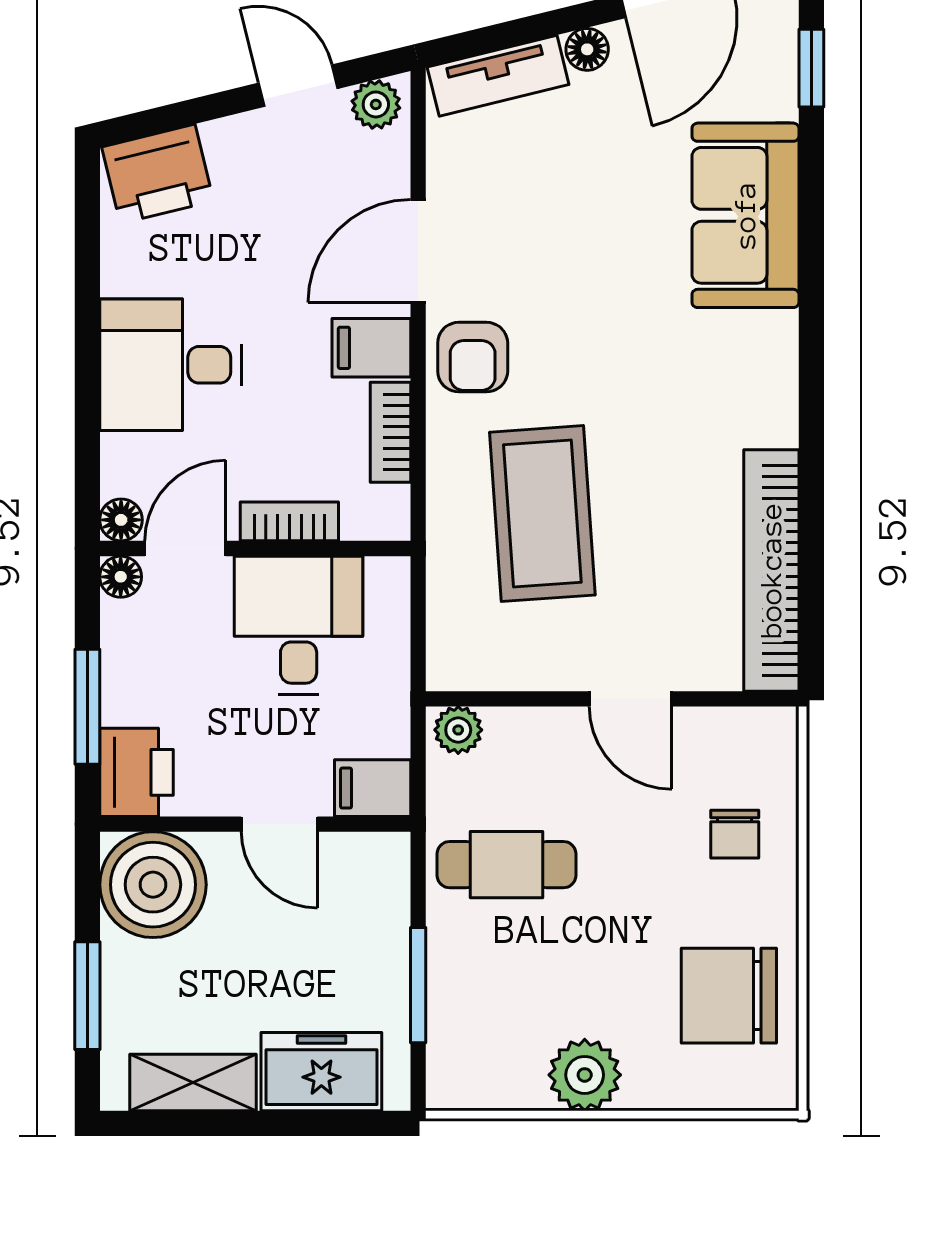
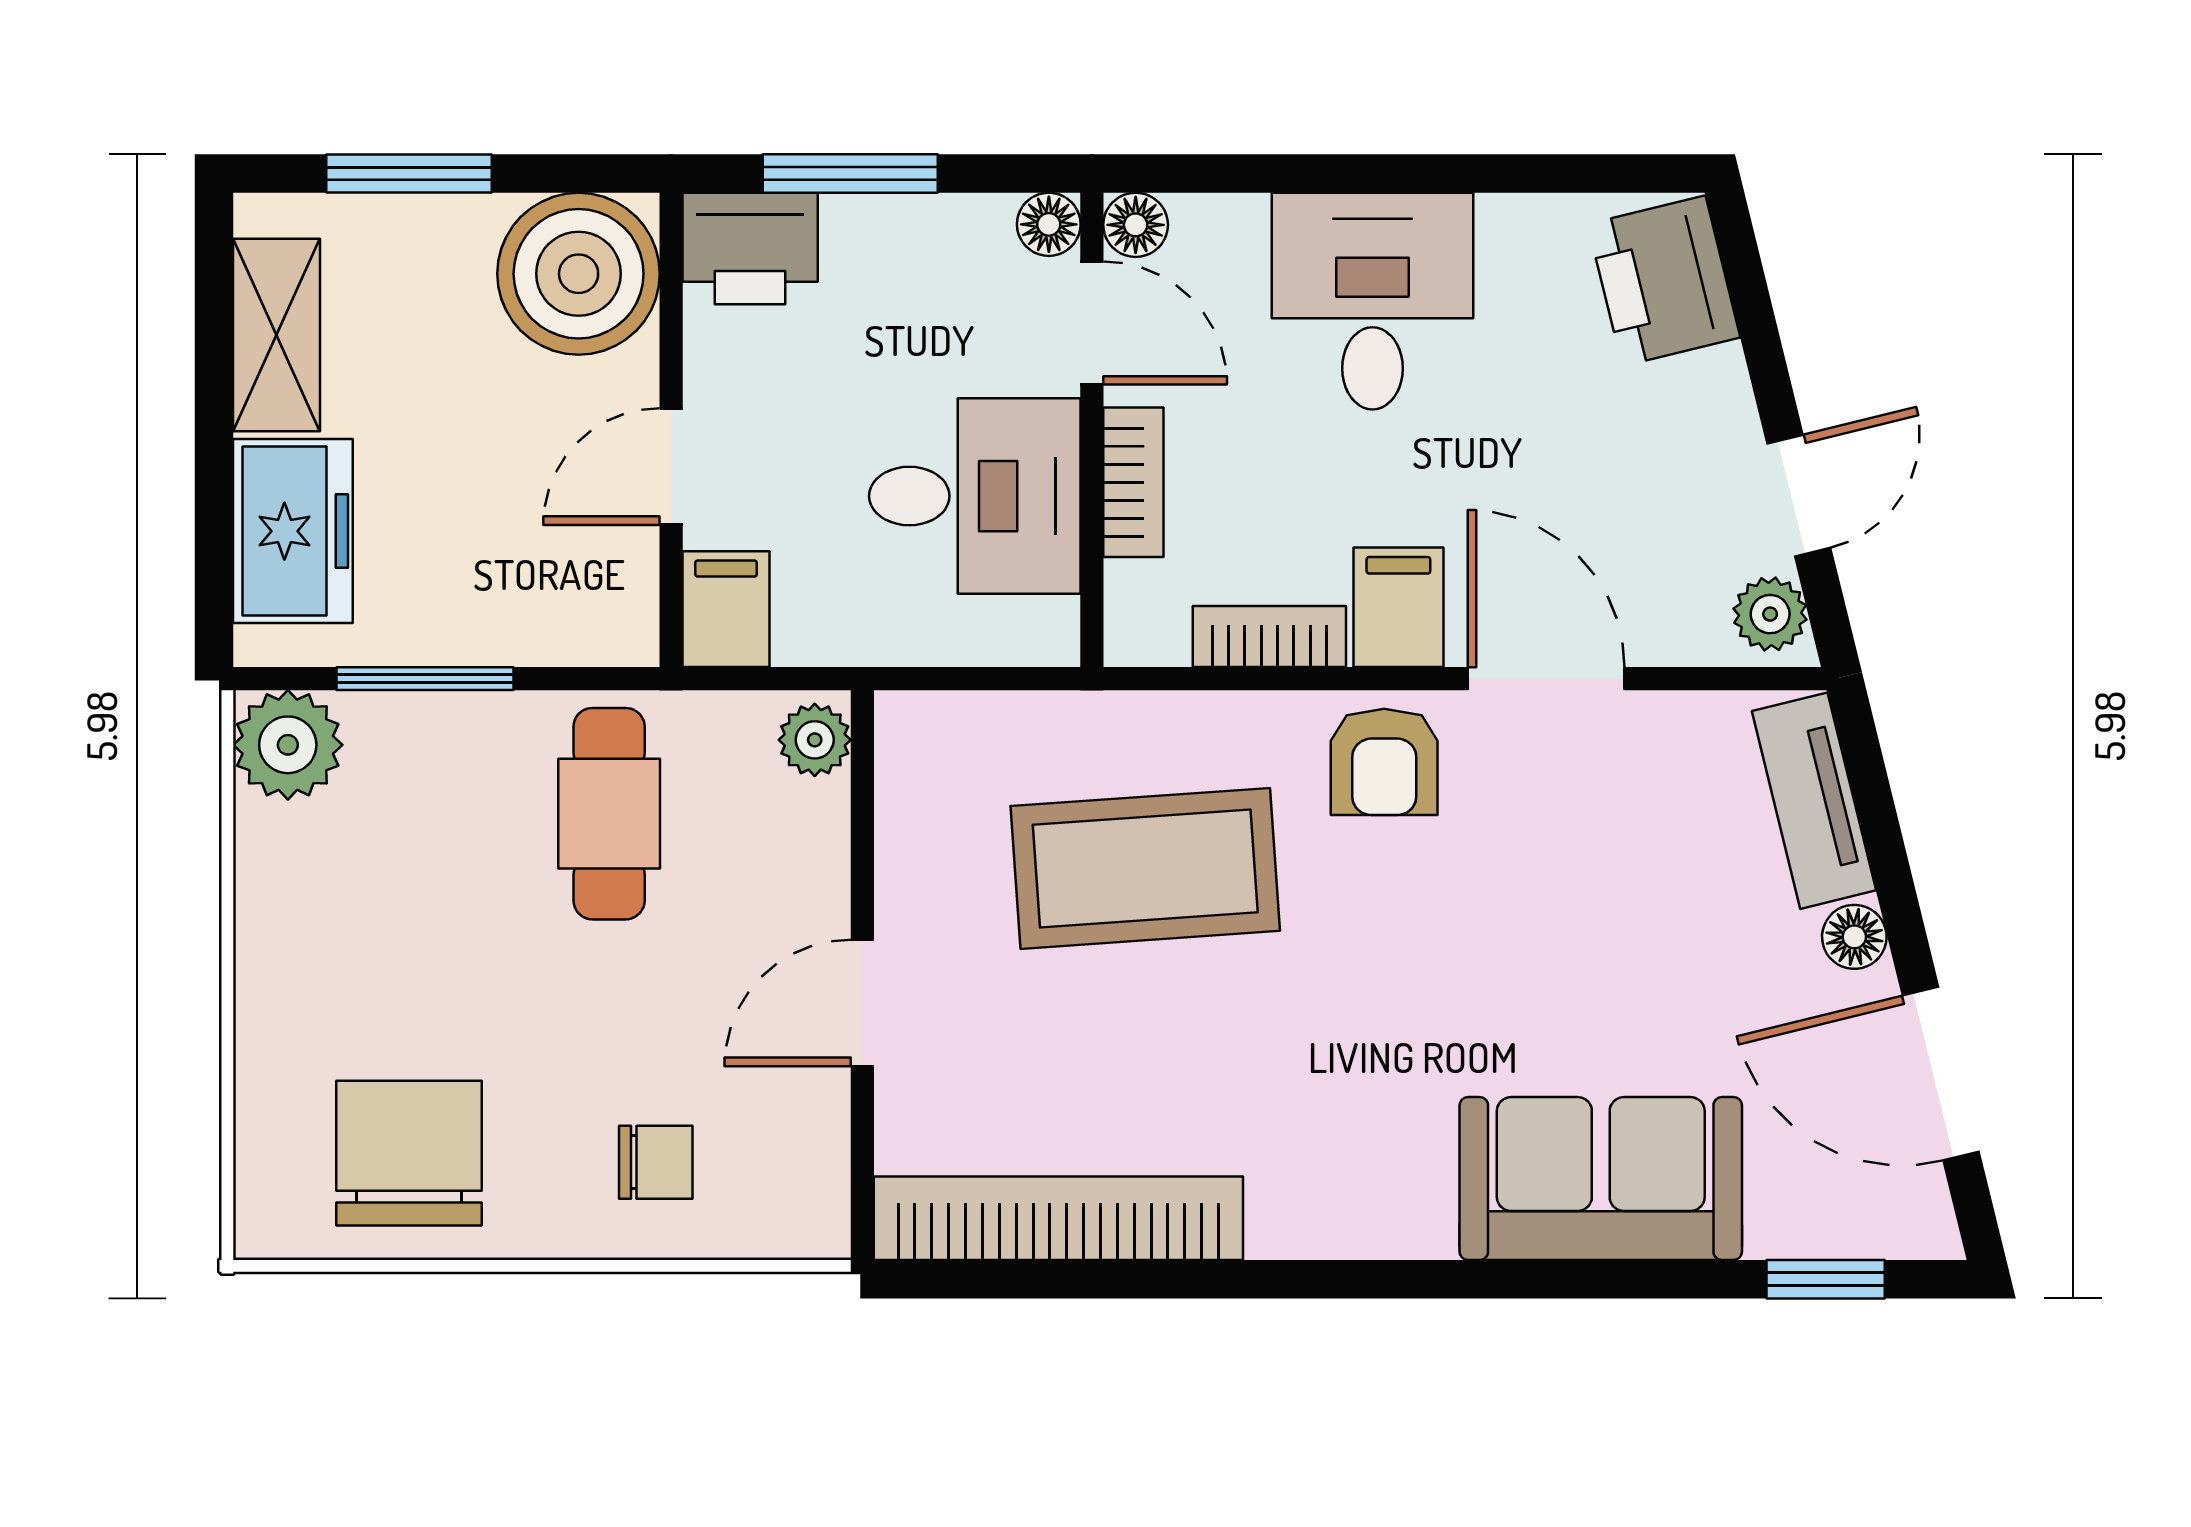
armchair: (473, 357) -> (1384, 762), turned -90
chair: (735, 834) -> (656, 1162), turned 180
plant: (585, 1075) -> (288, 745), moved

